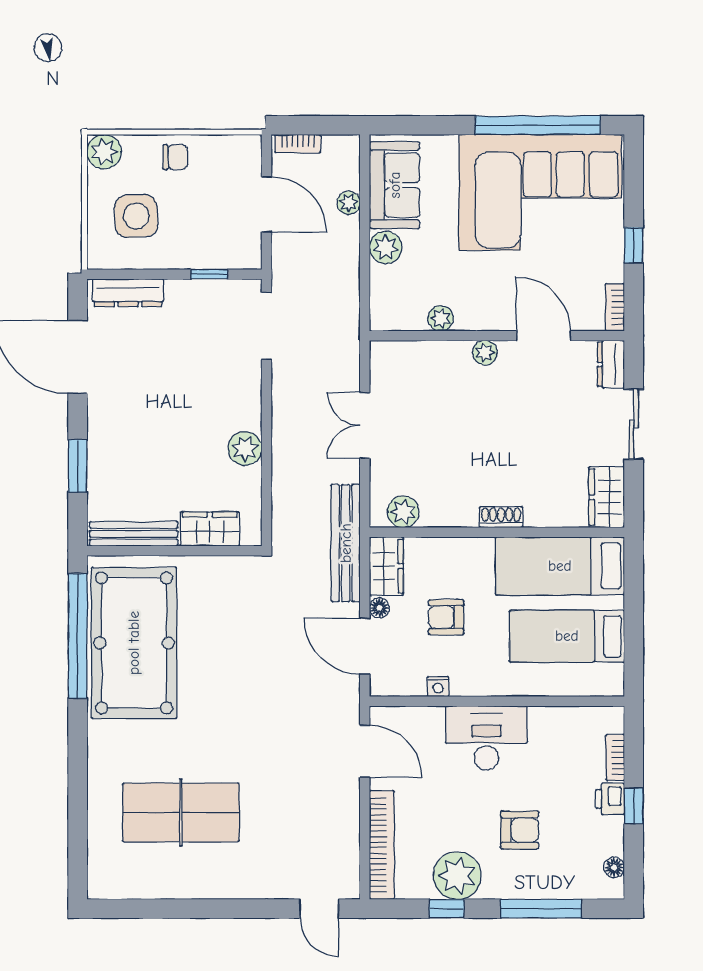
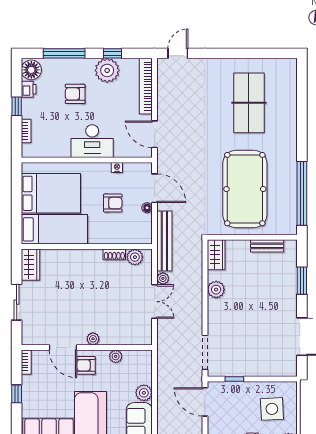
plant: (349, 203) -> (163, 278), moved
door: (267, 205) -> (205, 402), moved
dresser: (128, 293) -> (276, 370), removed
armchair: (498, 301) -> (86, 365), added
dresser: (611, 364) -> (28, 333), removed
shoe rack: (501, 517) -> (114, 254), moved
wardrobe: (210, 529) -> (216, 255), moved, turned -90
bench: (134, 534) -> (267, 246), width x0.73
wardrobe: (386, 566) -> (143, 229), removed
bed: (567, 636) -> (51, 193), width x1.50
pool table: (134, 643) -> (245, 189), moved
printer: (610, 799) -> (29, 89), moved
table tennis table: (181, 812) -> (249, 103), turned 90
floor lamp: (614, 867) -> (31, 70), width x1.89, depth x1.89
door: (319, 909) -> (178, 53), hinge flipped

